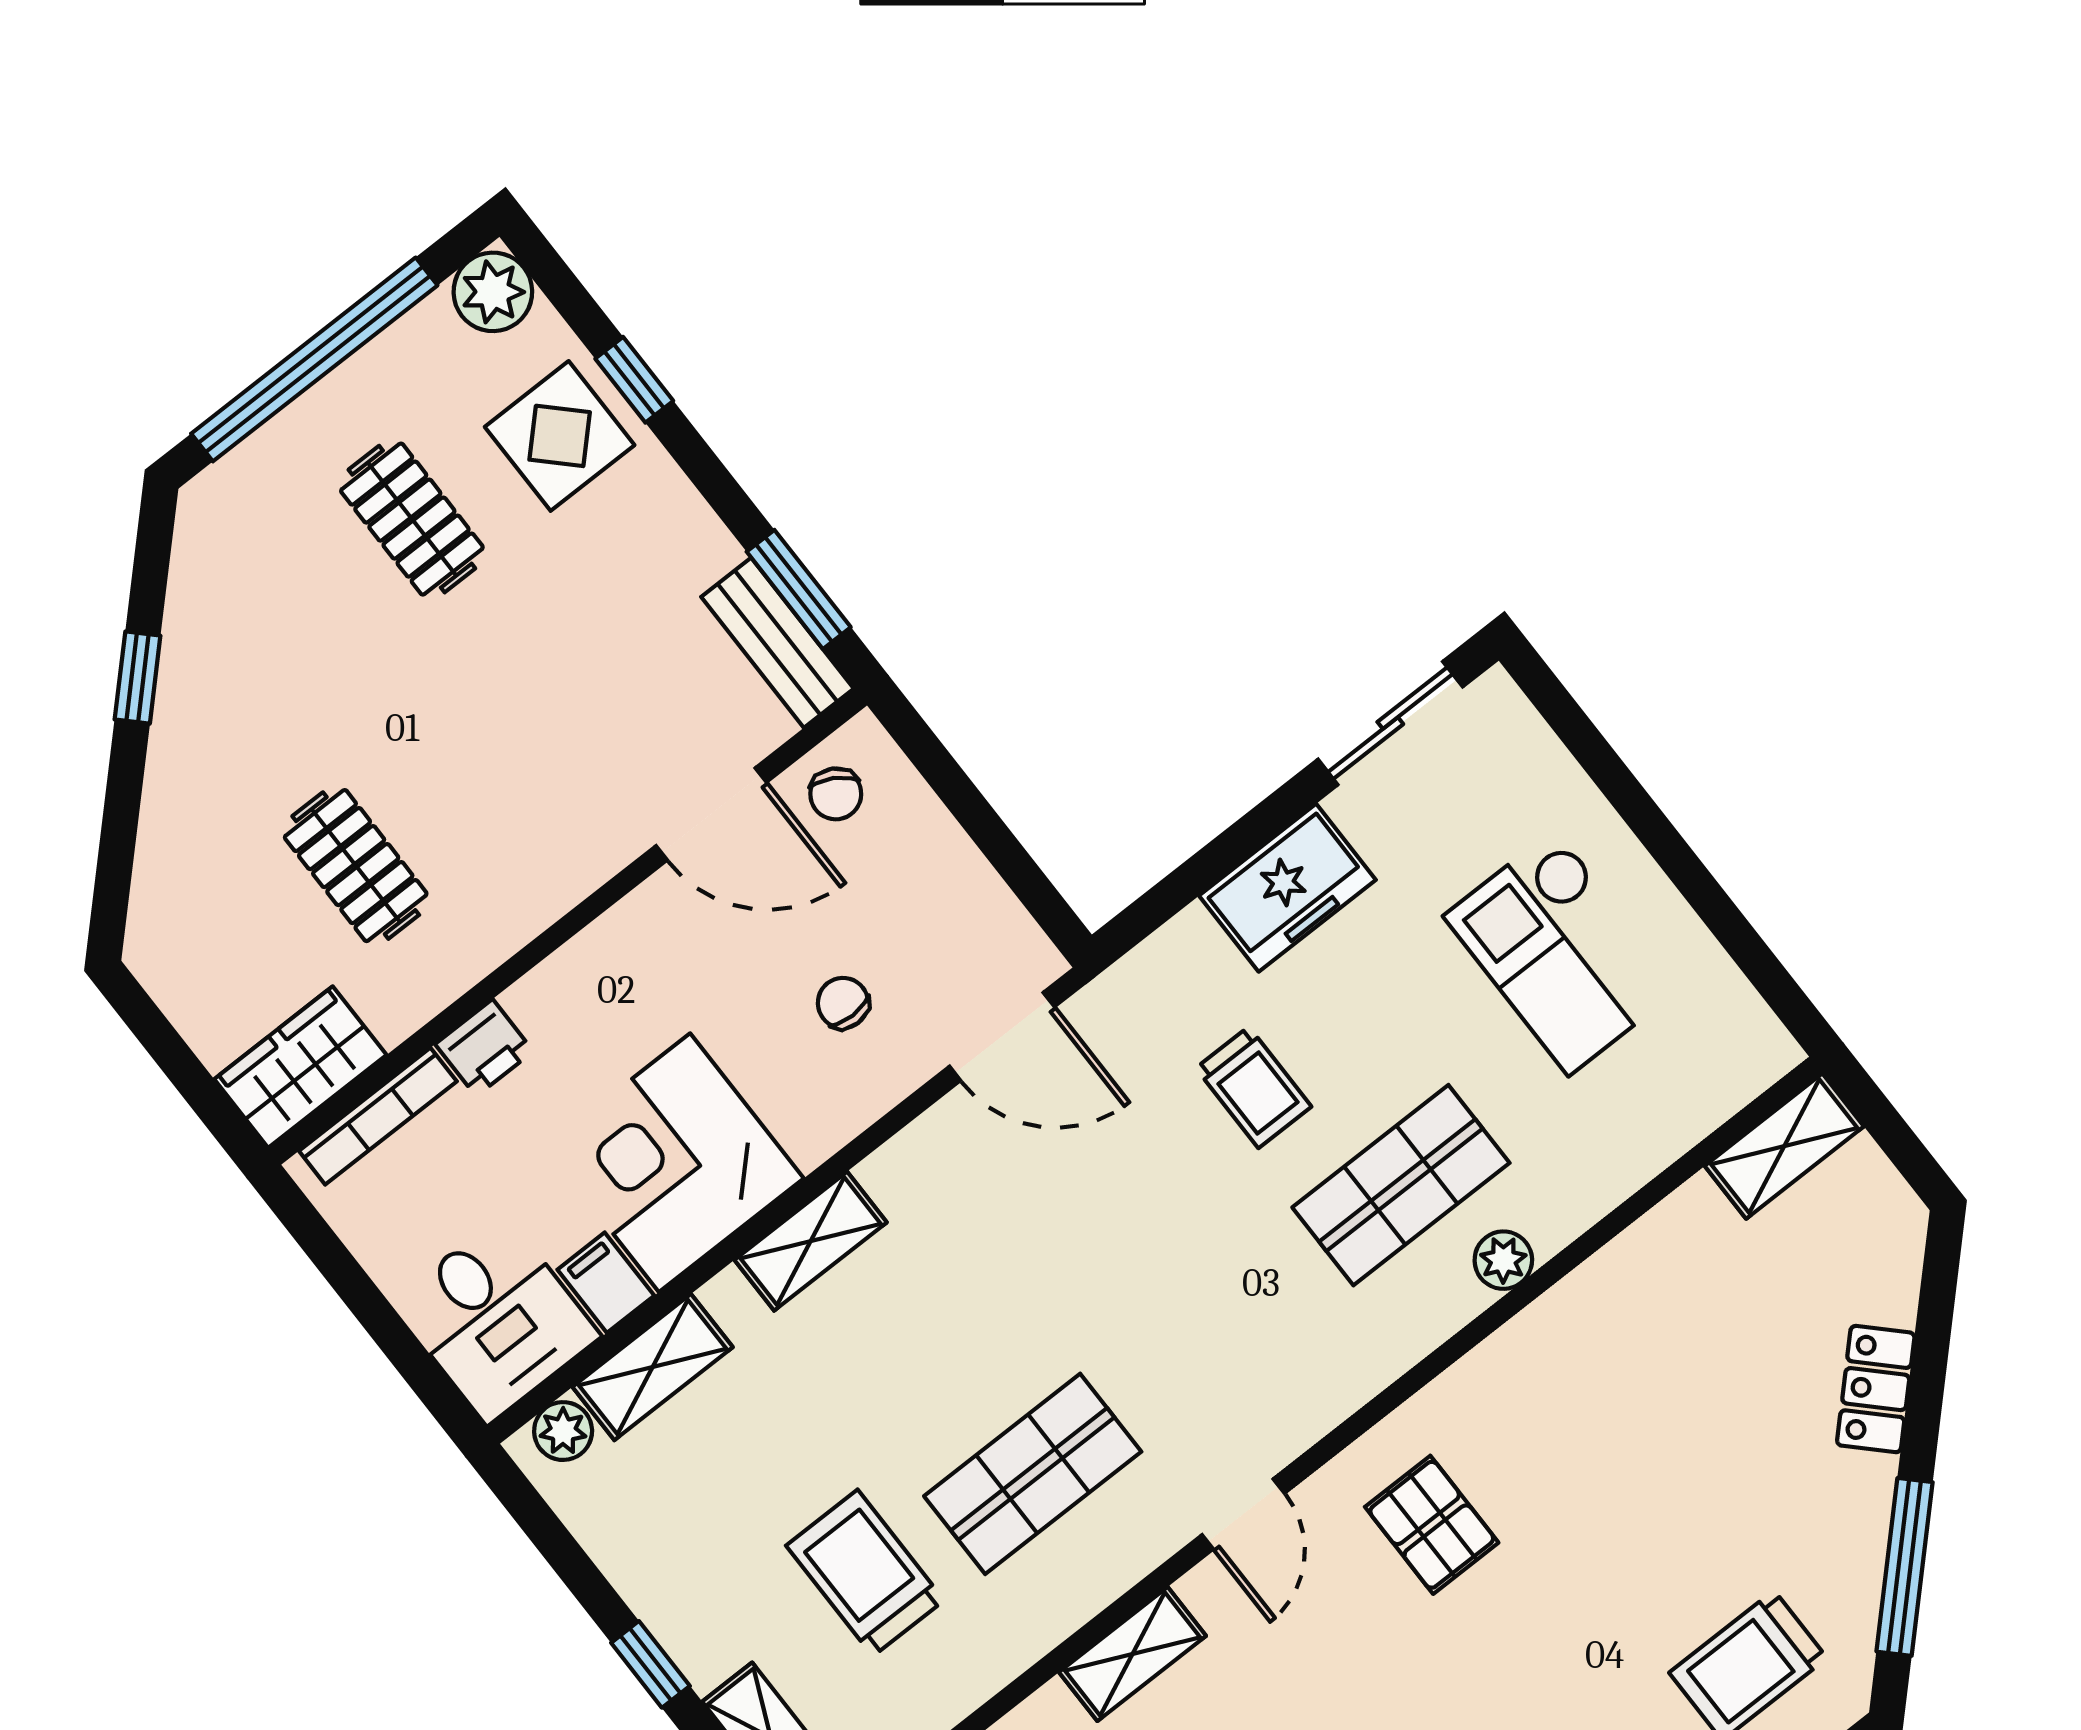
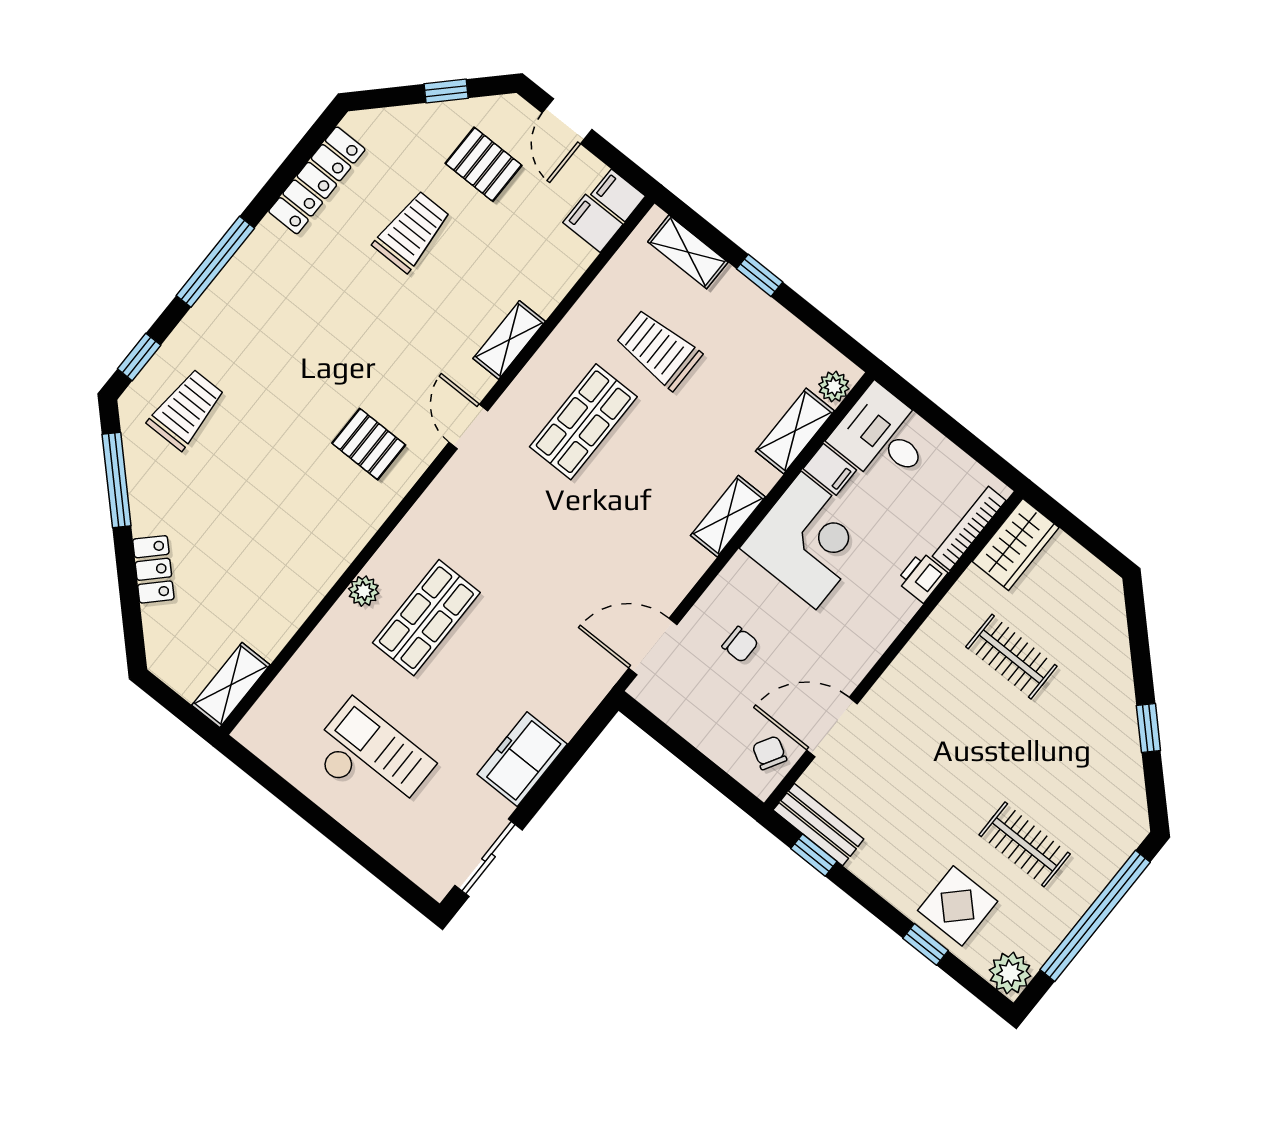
window: (799, 589) -> (814, 855), width x0.67
trolley: (1254, 1087) -> (515, 651), removed
trolley: (865, 1573) -> (659, 349), turned 180

